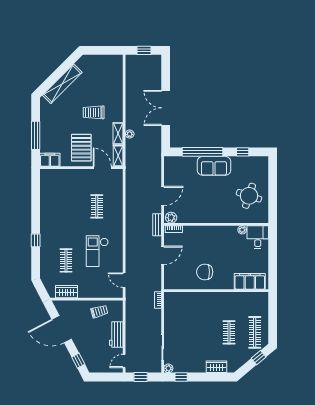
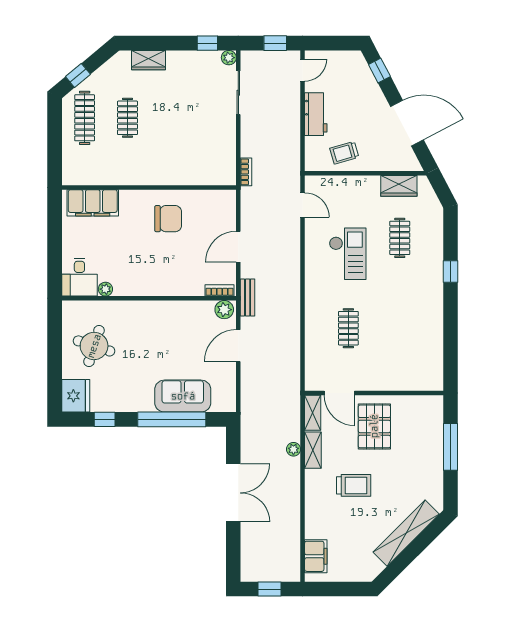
filing cabinet: (50, 160) -> (316, 556), moved, turned -90
sofa: (214, 166) -> (183, 396), moved
fridge: (260, 166) -> (76, 396), added

